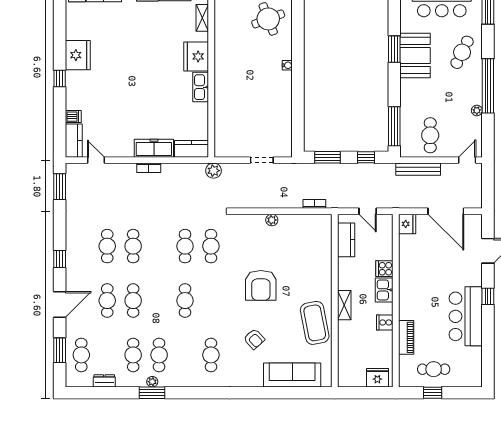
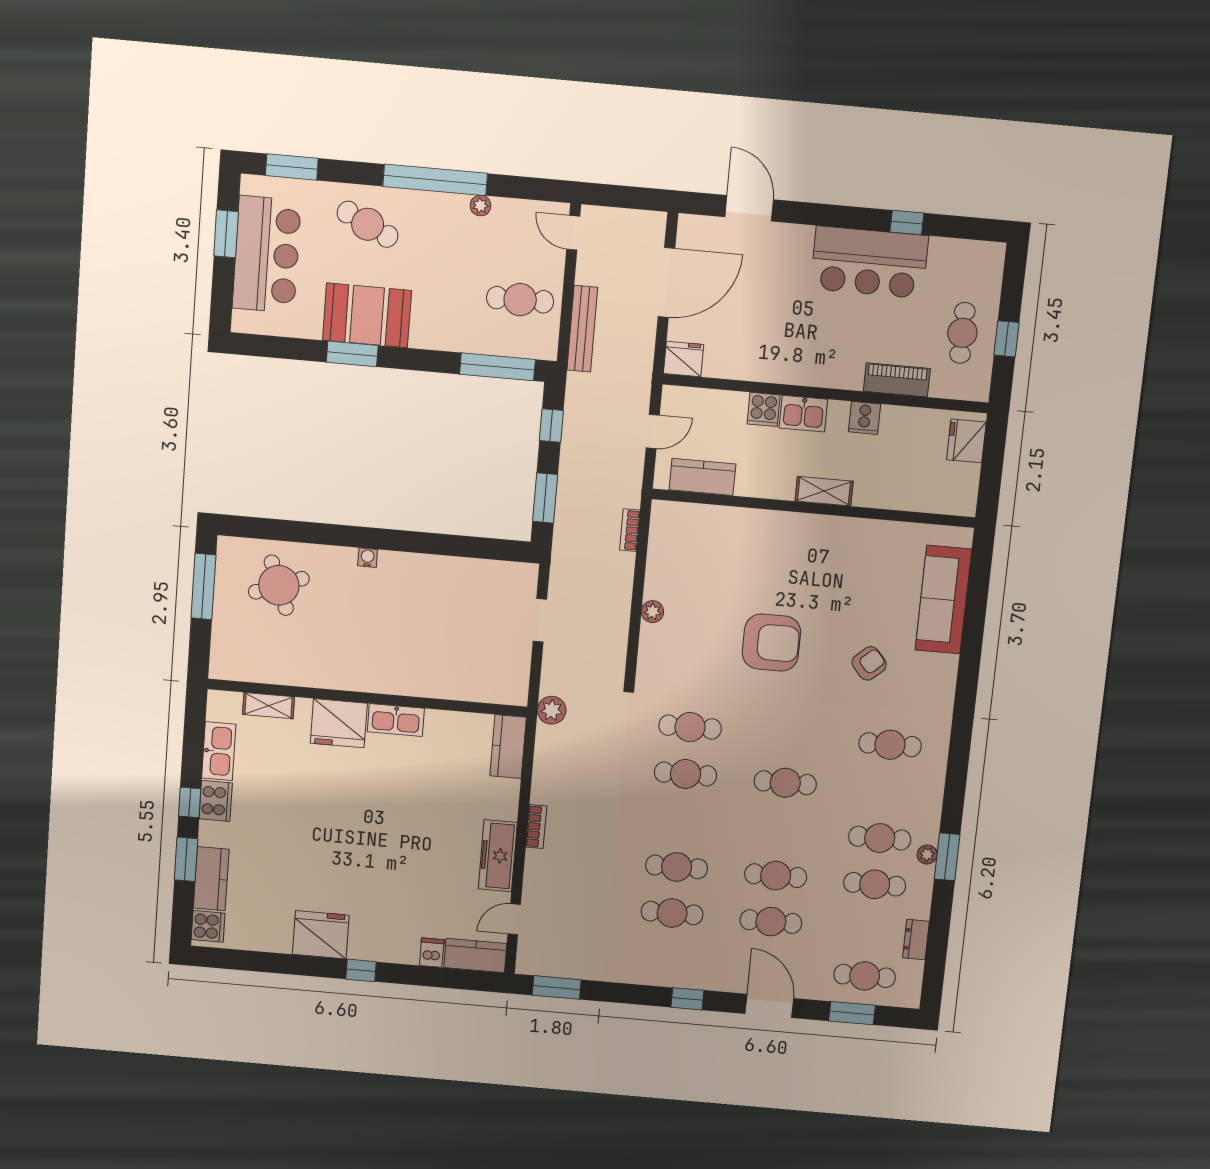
freezer: (154, 148) -> (498, 856), moved
window: (488, 296) -> (907, 222), moved
coffee table: (315, 323) -> (851, 549), removed

